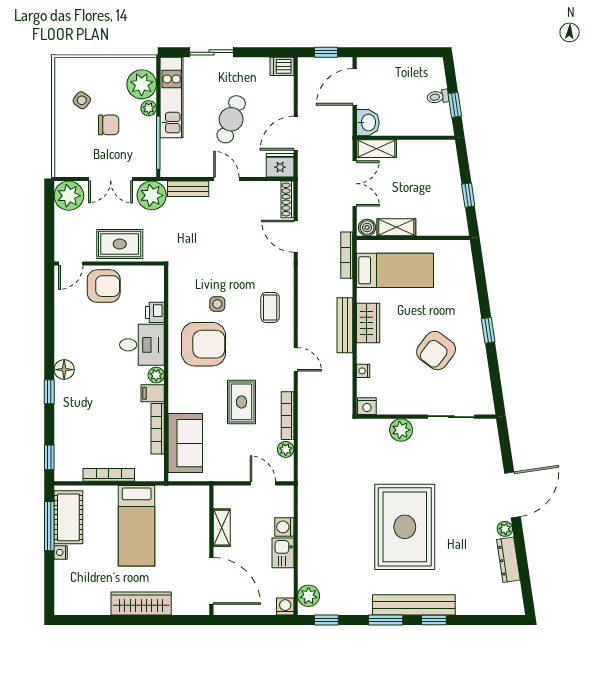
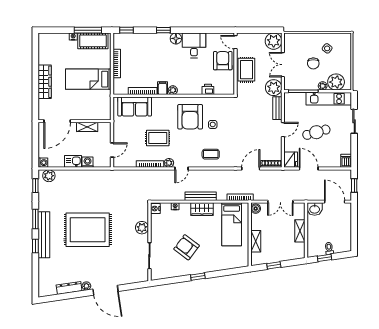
cafe table: (231, 119) -> (316, 132), turned -36
shelving: (377, 149) -> (300, 231), moved
shelving: (396, 227) -> (256, 241), moved
armchair: (104, 286) -> (223, 61), turned 180
desk: (142, 345) -> (194, 45), moved, turned 180
plant: (286, 449) -> (169, 163), moved

